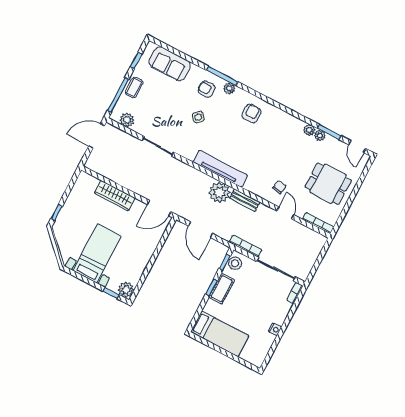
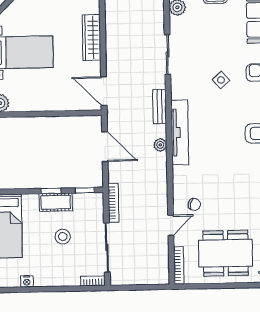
dining table: (328, 184) -> (226, 253), width x1.38
plant: (219, 193) -> (160, 145), width x0.53, depth x0.53
bench: (245, 200) -> (160, 107), moved
door: (201, 230) -> (105, 147), swing flipped
stool: (235, 263) -> (63, 237), moved
nightstand: (275, 329) -> (27, 281), moved

